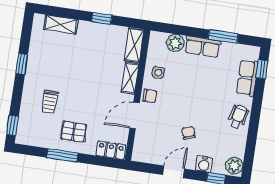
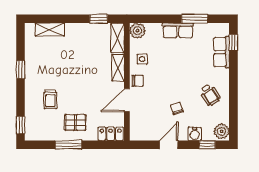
window: (102, 18) -> (99, 19), moved
plant: (175, 43) -> (137, 31), moved
wheelchair: (238, 117) -> (210, 95), moved, turned 136

